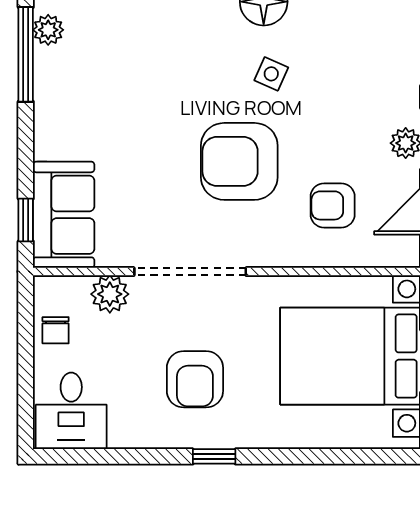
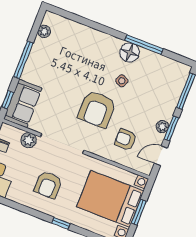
window: (26, 54) -> (23, 60), moved
armchair: (239, 161) -> (97, 109), turned -90
window: (214, 456) -> (61, 223), moved

